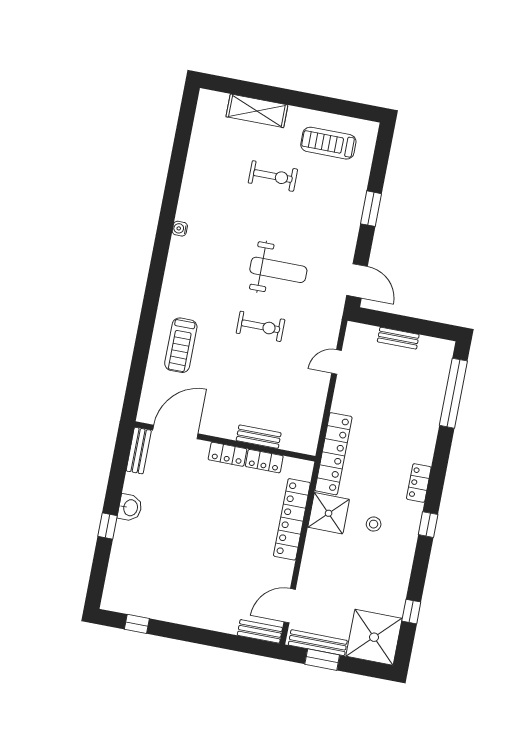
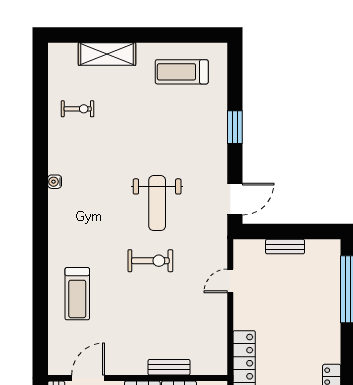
exercise bike: (273, 176) -> (78, 109), moved, width x0.73, depth x0.72
weight bench: (278, 270) -> (157, 203), turned 90
door: (357, 281) -> (235, 199), hinge flipped
door: (175, 432) -> (88, 378), width x0.73

